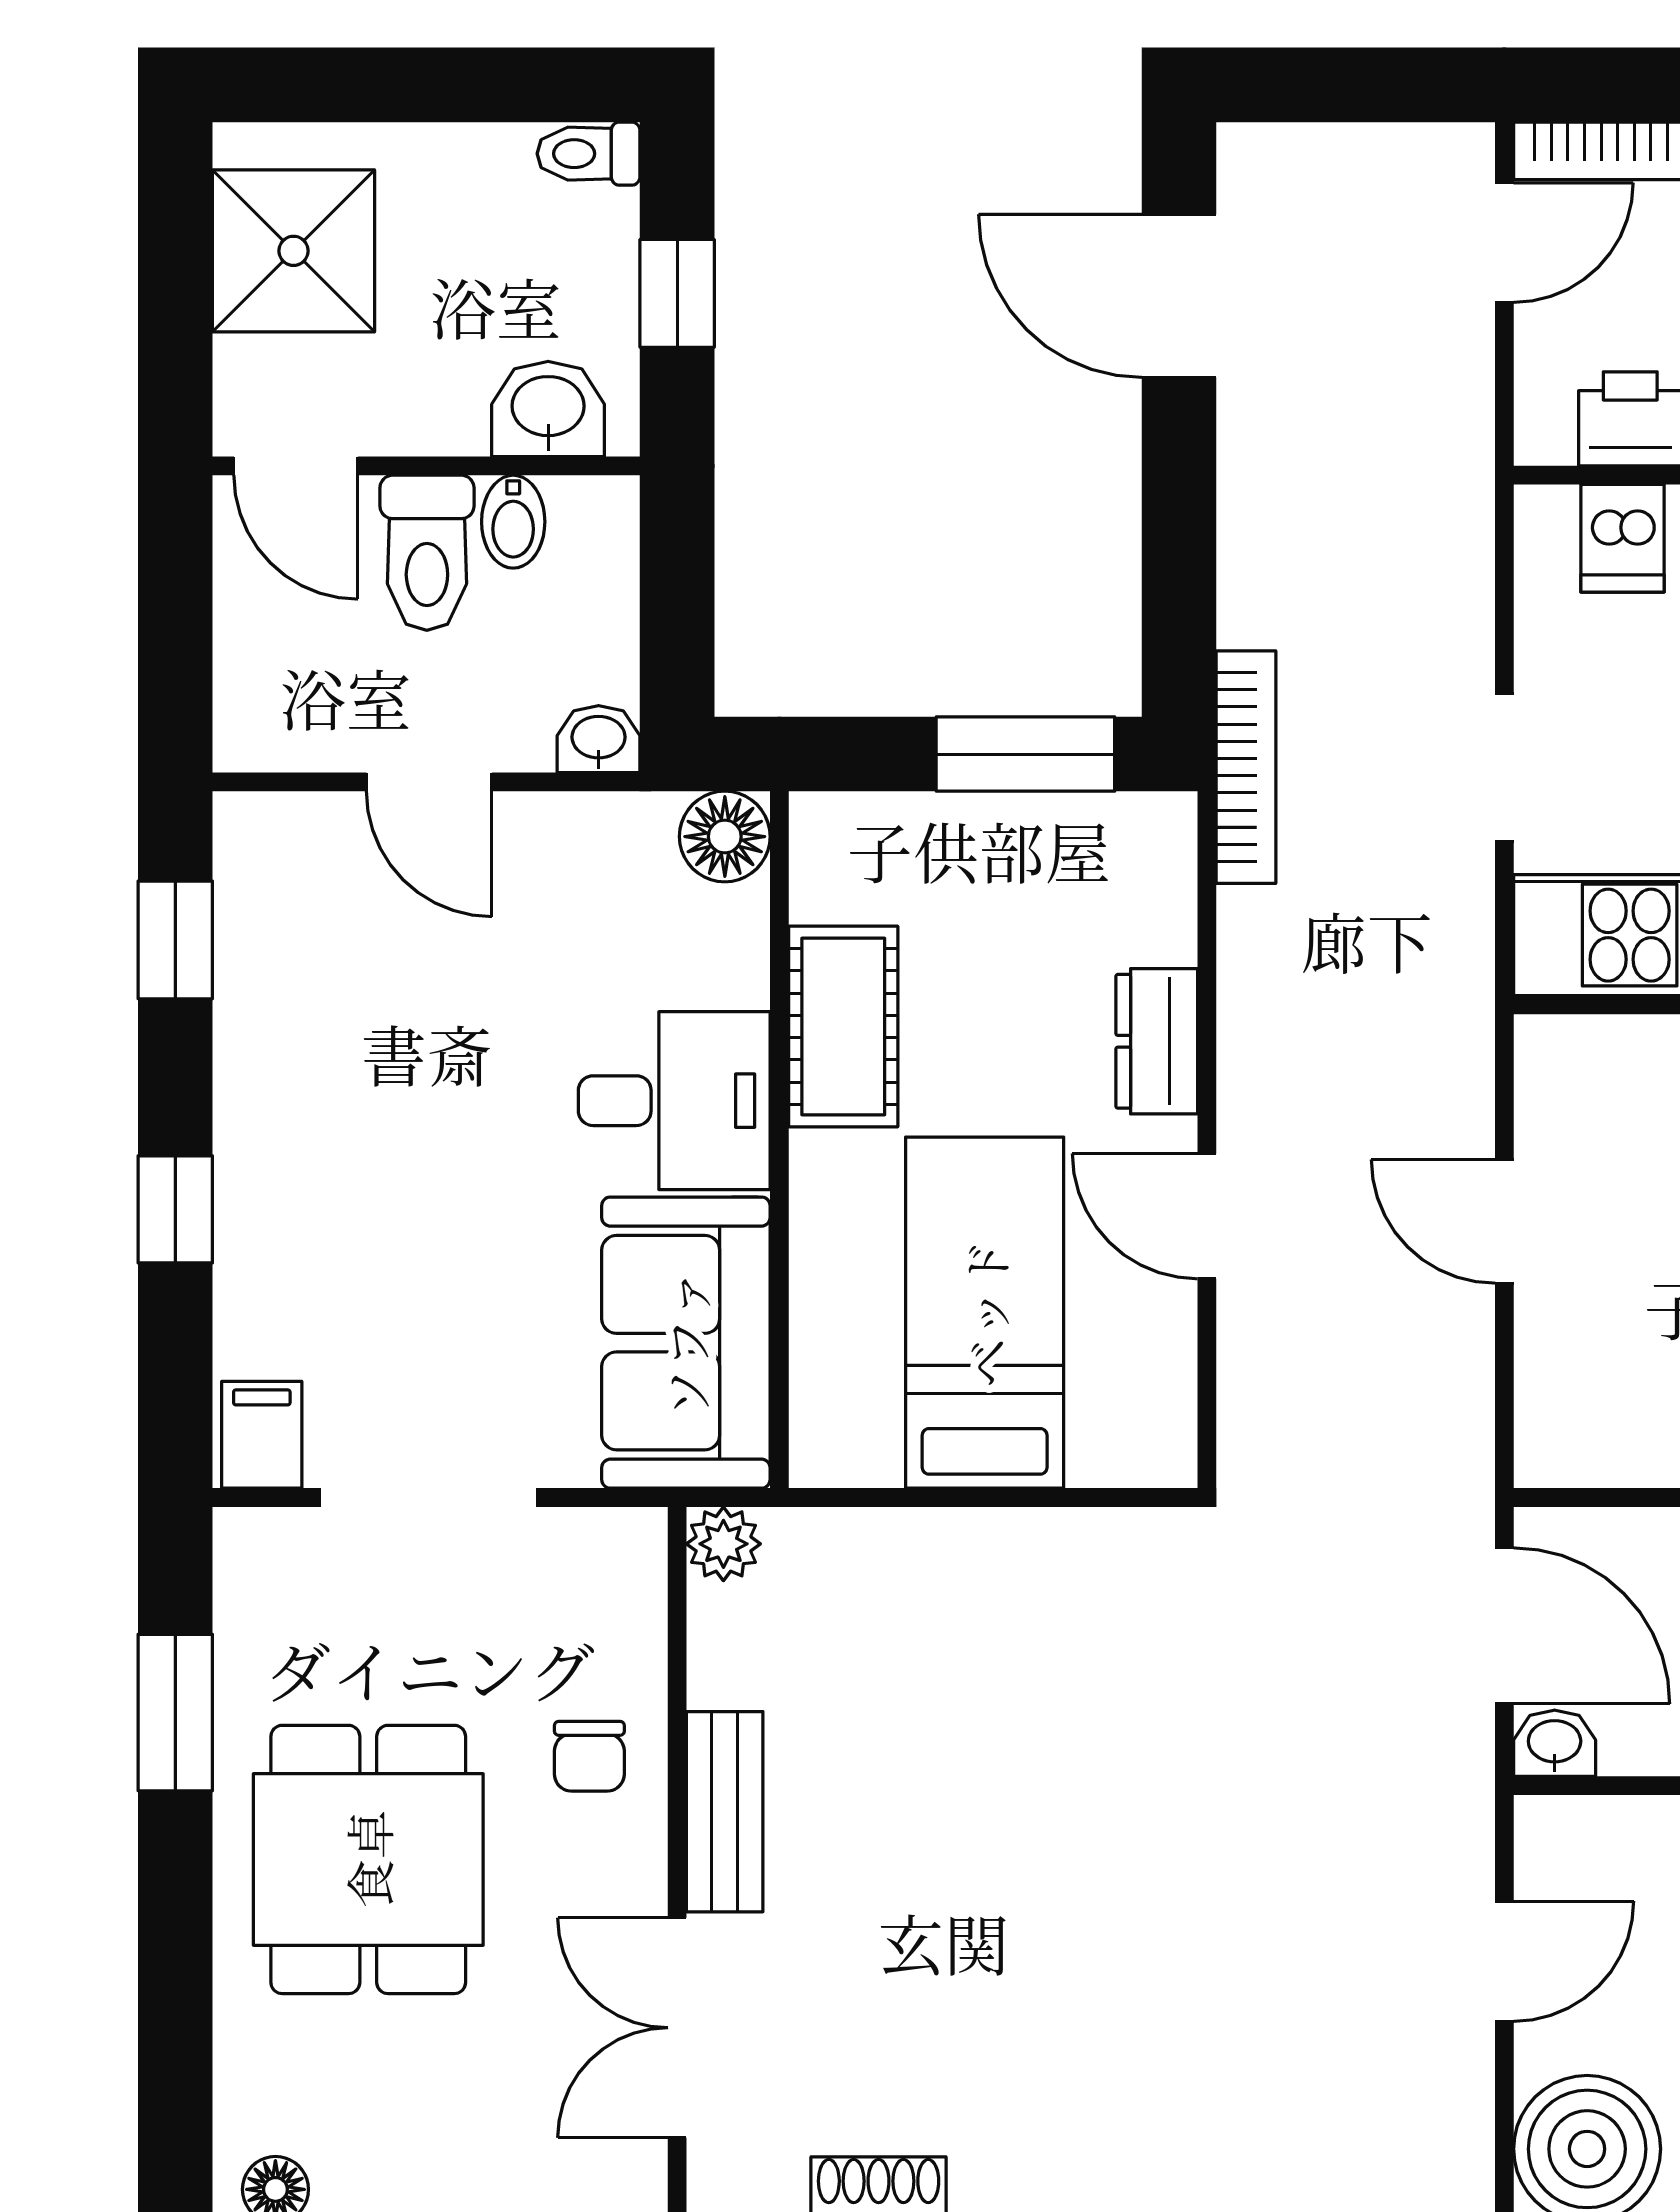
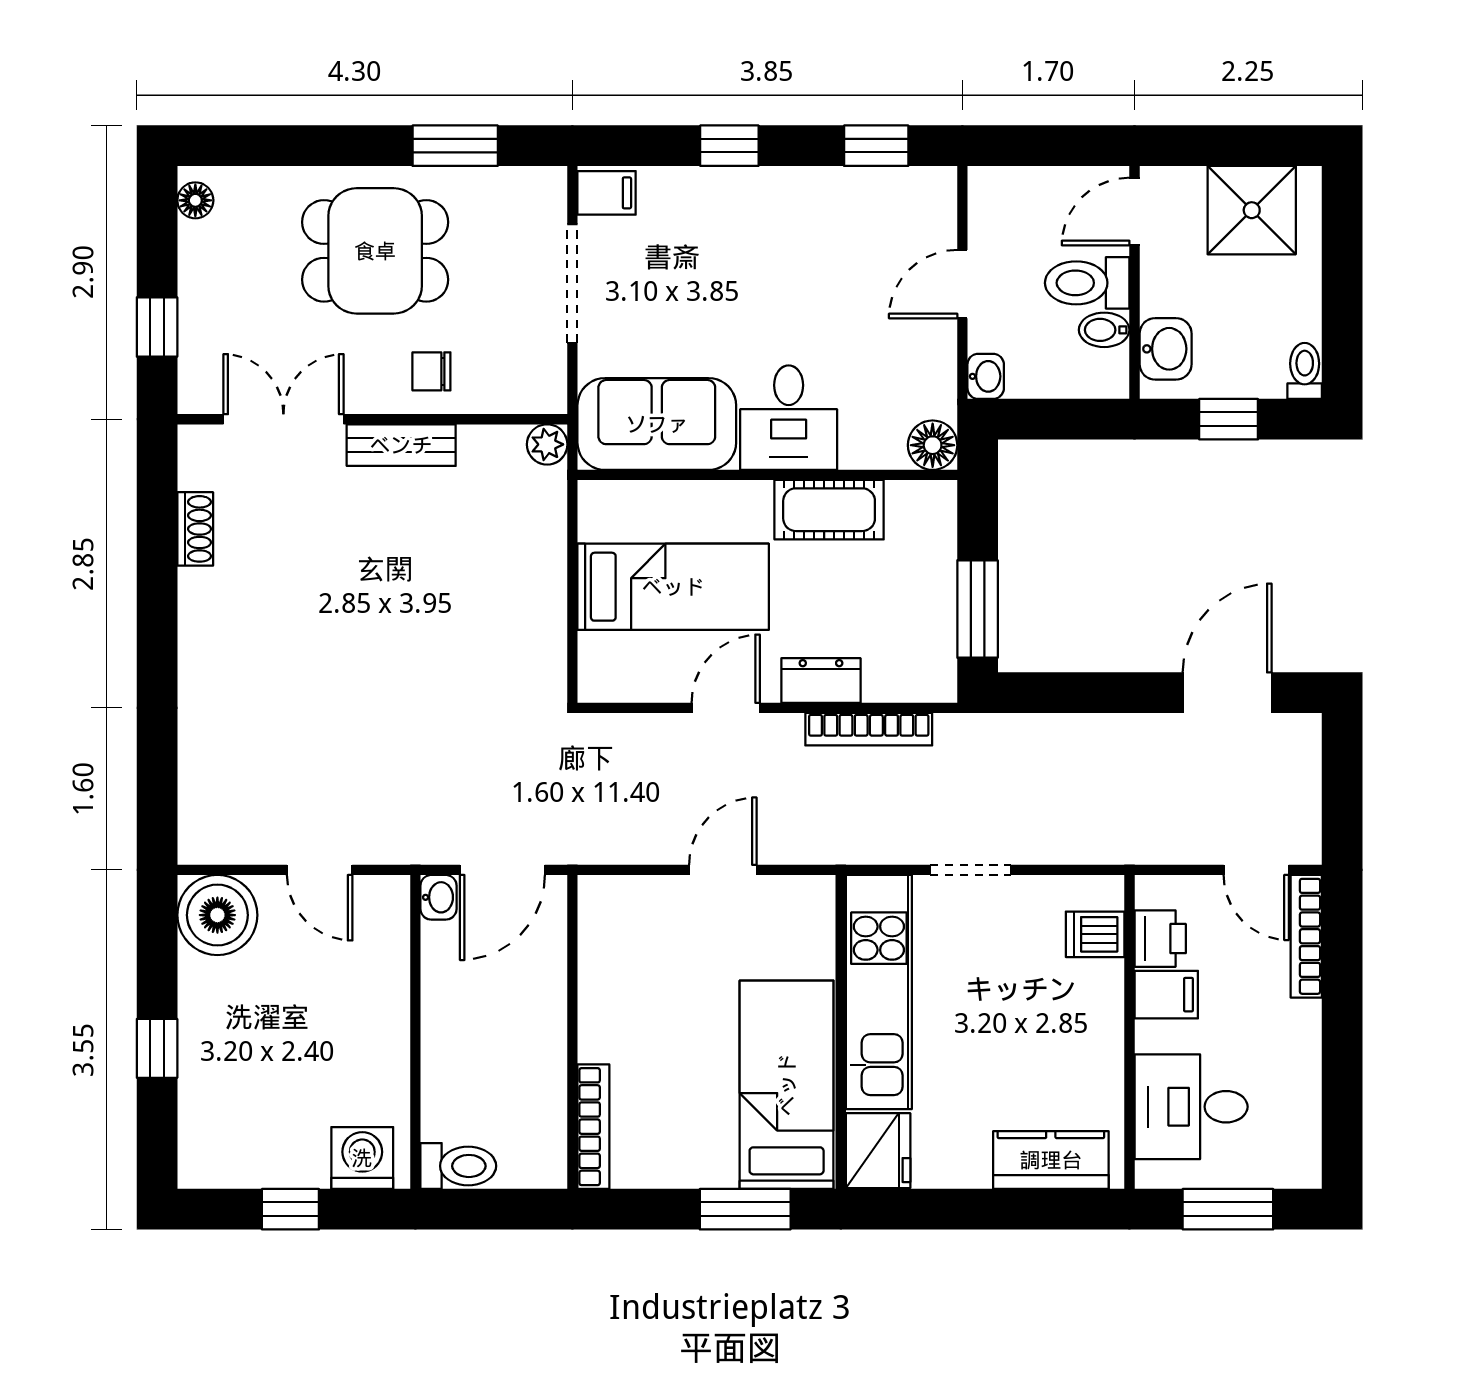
bookcase: (1246, 767) -> (869, 729), moved

